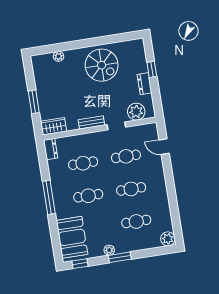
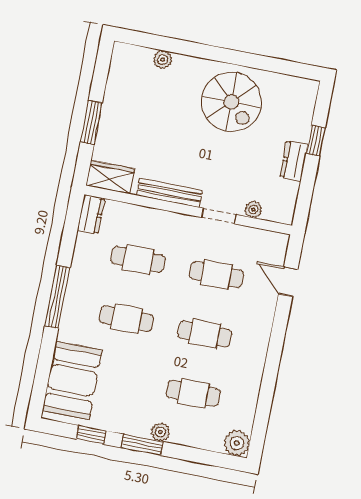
plant: (136, 112) -> (253, 210), width x0.53, depth x0.53
bench: (91, 122) -> (170, 193), width x1.36
plant: (109, 250) -> (160, 432), moved
window: (80, 264) -> (91, 435), moved

